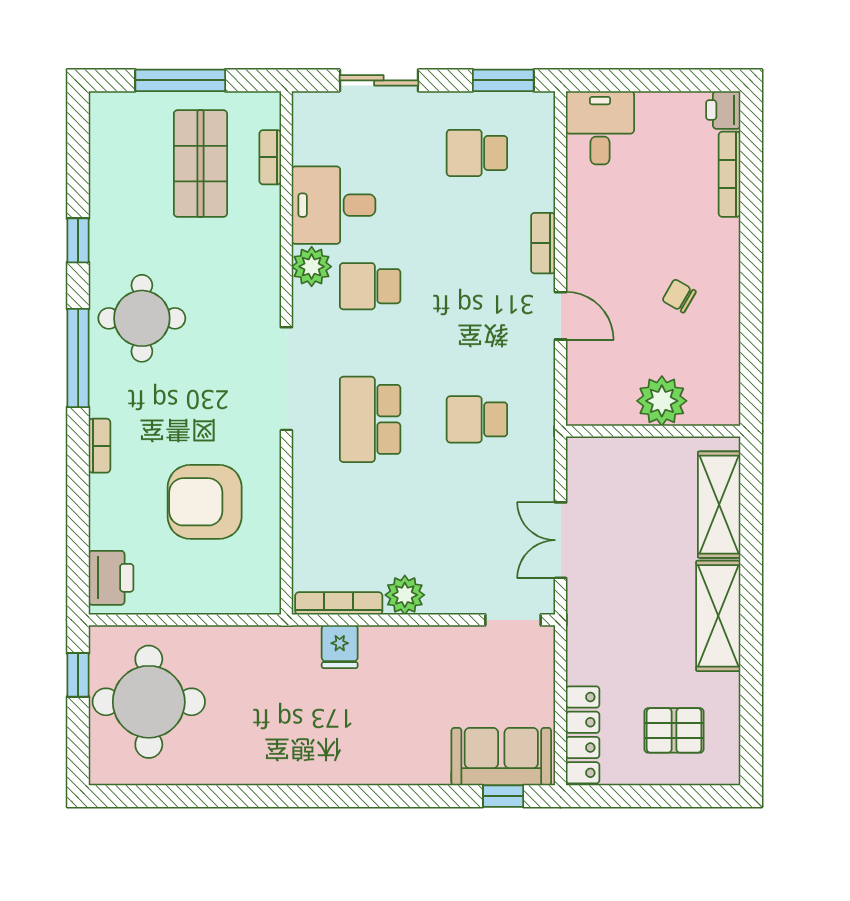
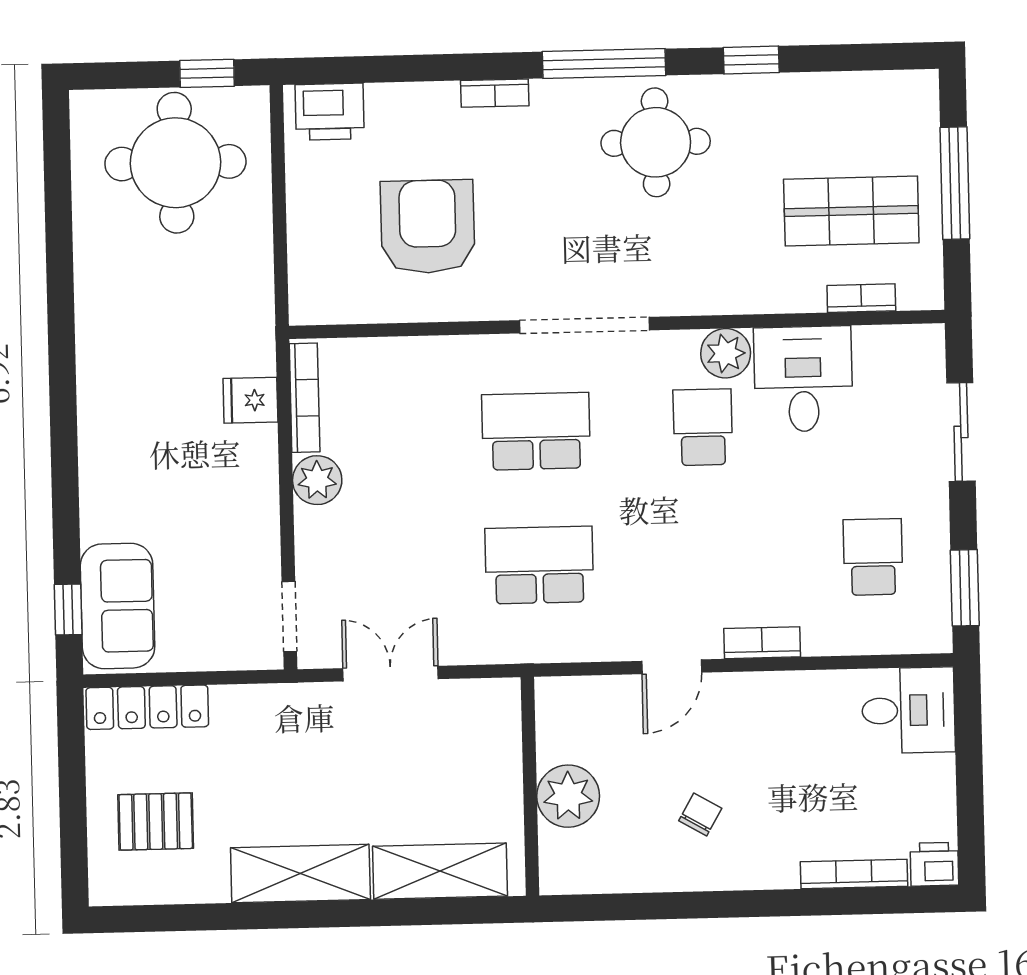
school desk: (477, 419) -> (539, 565), width x1.85
pallet: (674, 730) -> (156, 822), turned 90

